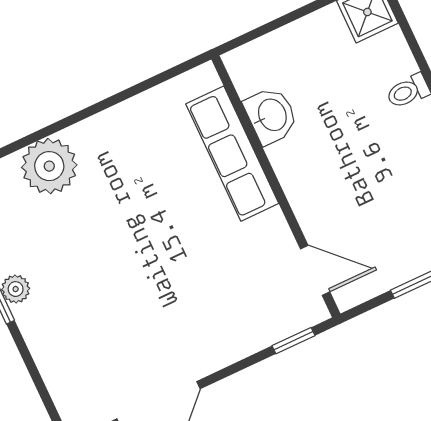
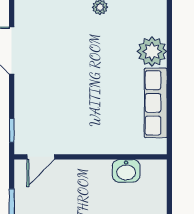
row of seats: (232, 154) -> (156, 103), moved, turned -90

